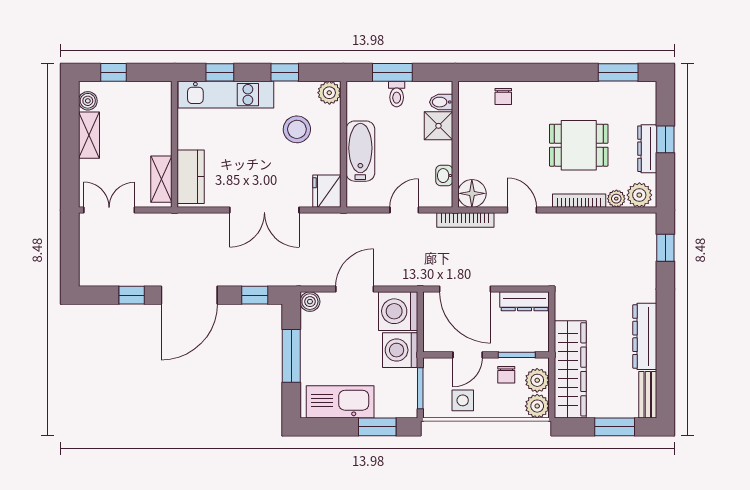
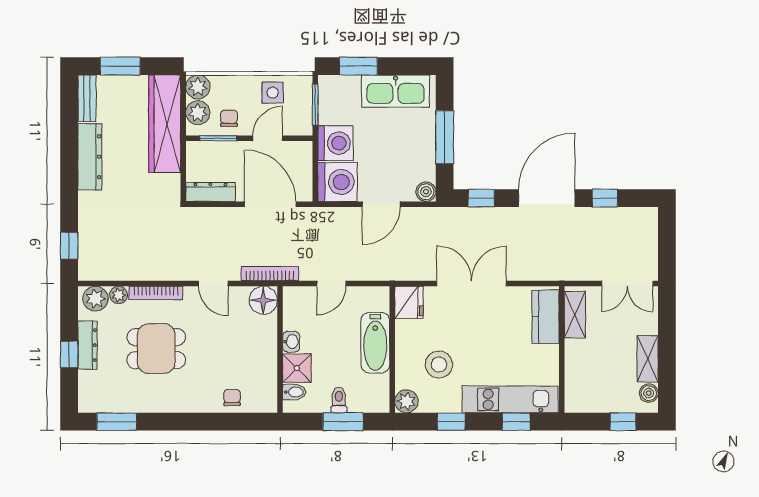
washbasin: (444, 176) -> (291, 342), moved

